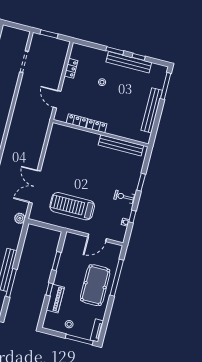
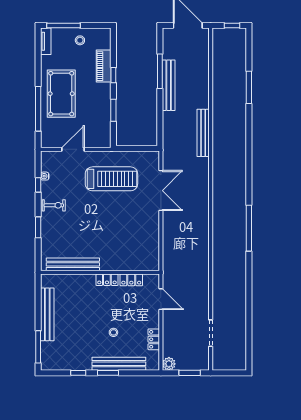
bench: (129, 62) -> (119, 364), moved
plant: (20, 218) -> (169, 364), moved

